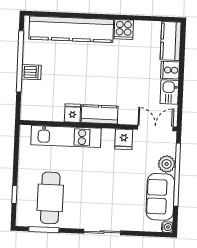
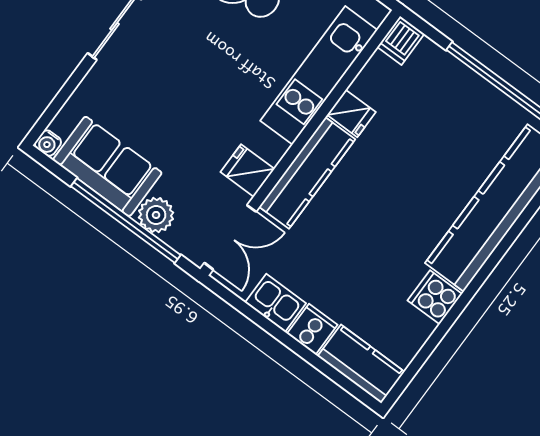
dishwasher: (31, 72) -> (401, 40), moved
kitchen counter: (100, 114) -> (307, 173), width x1.50

